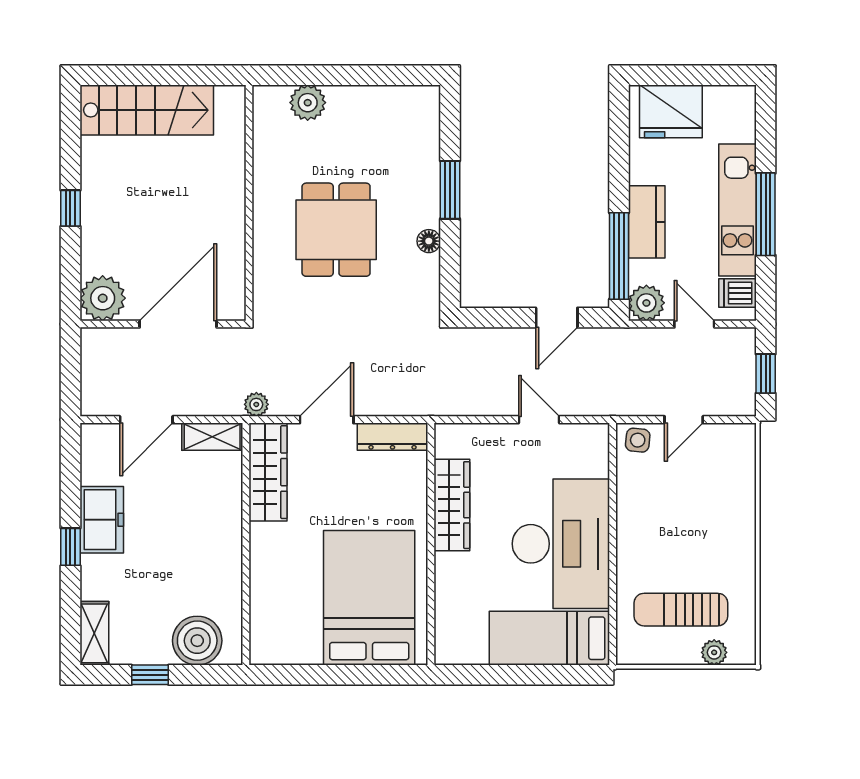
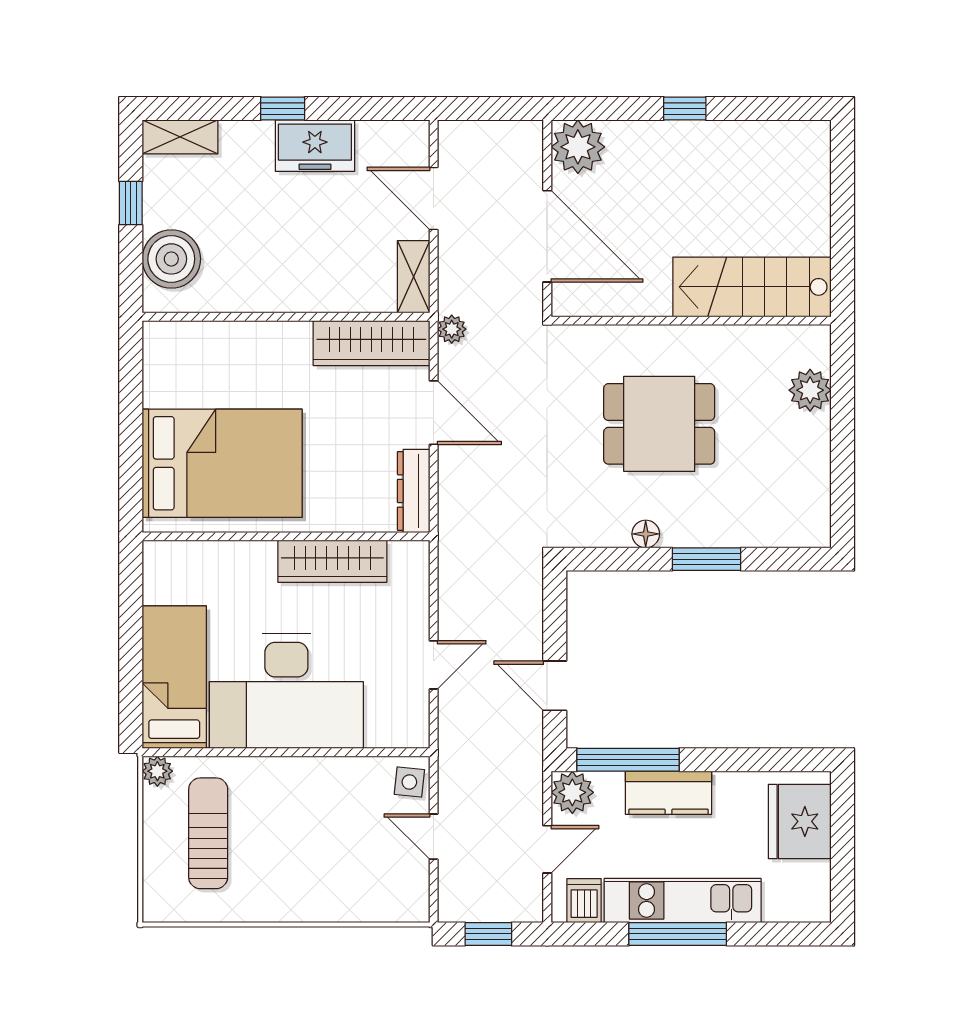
stairs: (147, 110) -> (752, 287), moved, turned 90
plant: (714, 652) -> (157, 771), moved

